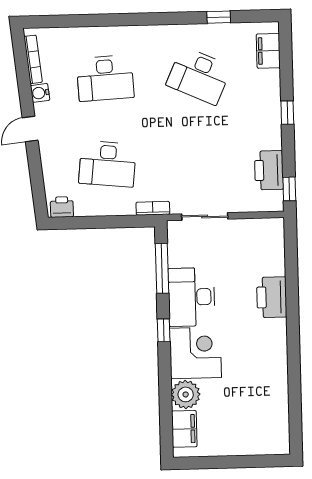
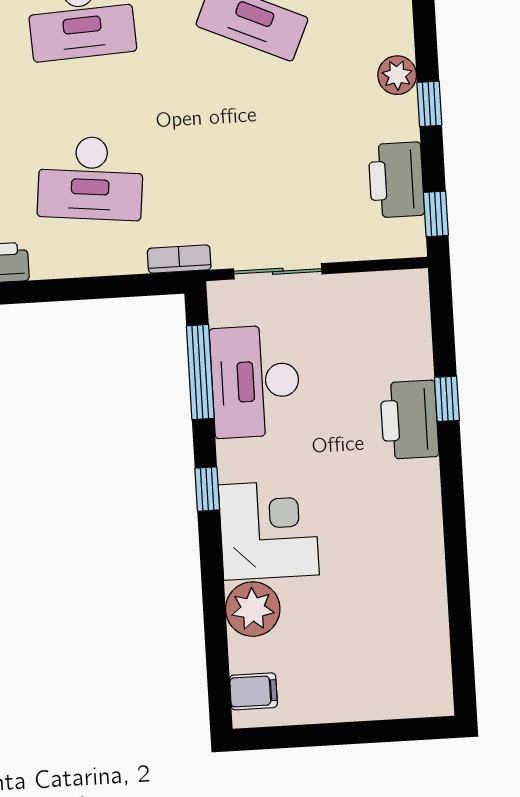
window: (287, 113) -> (429, 104), moved
plant: (271, 115) -> (397, 75), added
window: (292, 287) -> (447, 399), added
desk: (192, 297) -> (255, 381), moved
filing cabinet: (184, 429) -> (253, 691), width x0.50

